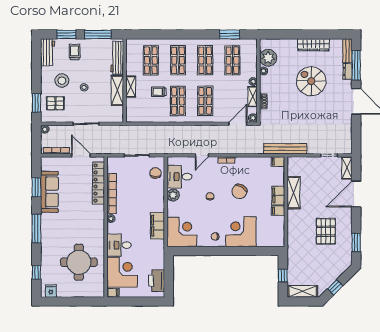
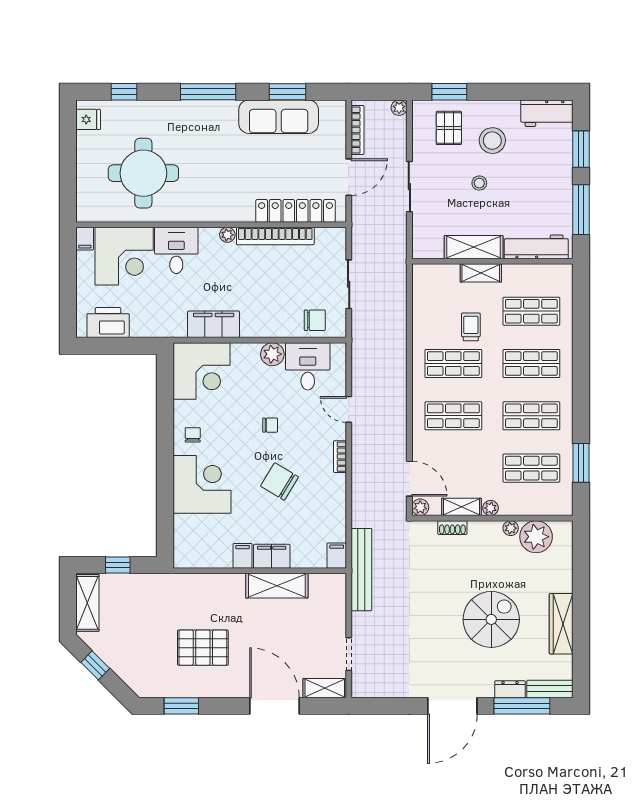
trolley: (75, 52) -> (547, 165), removed

